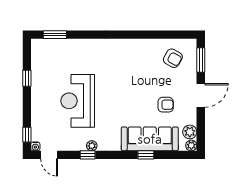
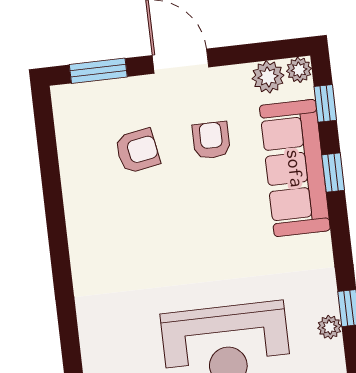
armchair: (173, 58) -> (137, 151), moved, turned 51
plant: (92, 146) -> (330, 327), moved
window: (176, 155) -> (325, 103), added

